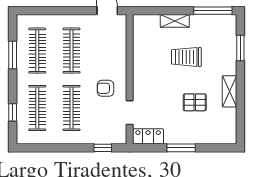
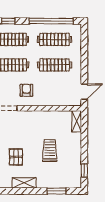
window: (213, 11) -> (84, 170), width x0.46
shelving: (175, 21) -> (77, 121), moved
window: (13, 55) -> (51, 21), width x2.11

